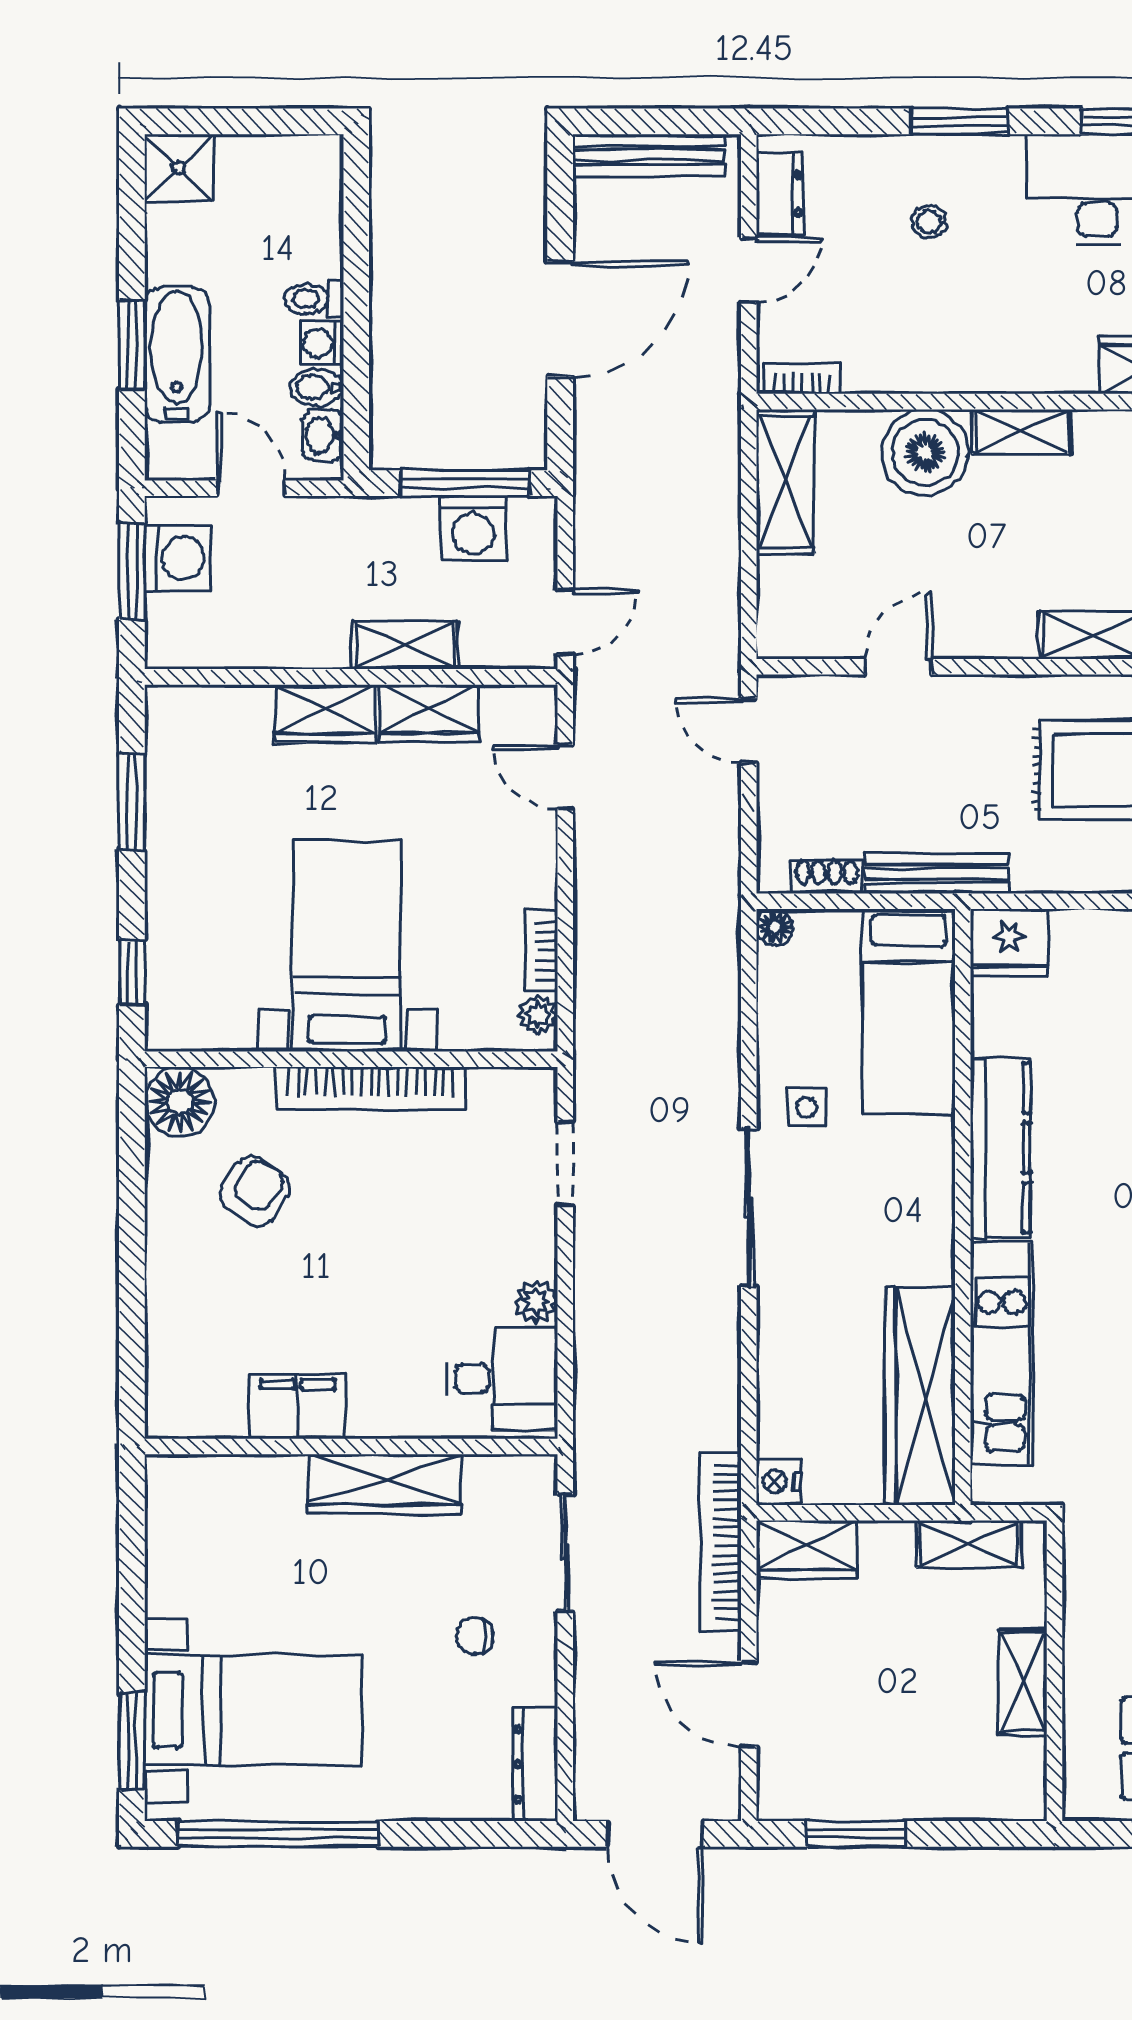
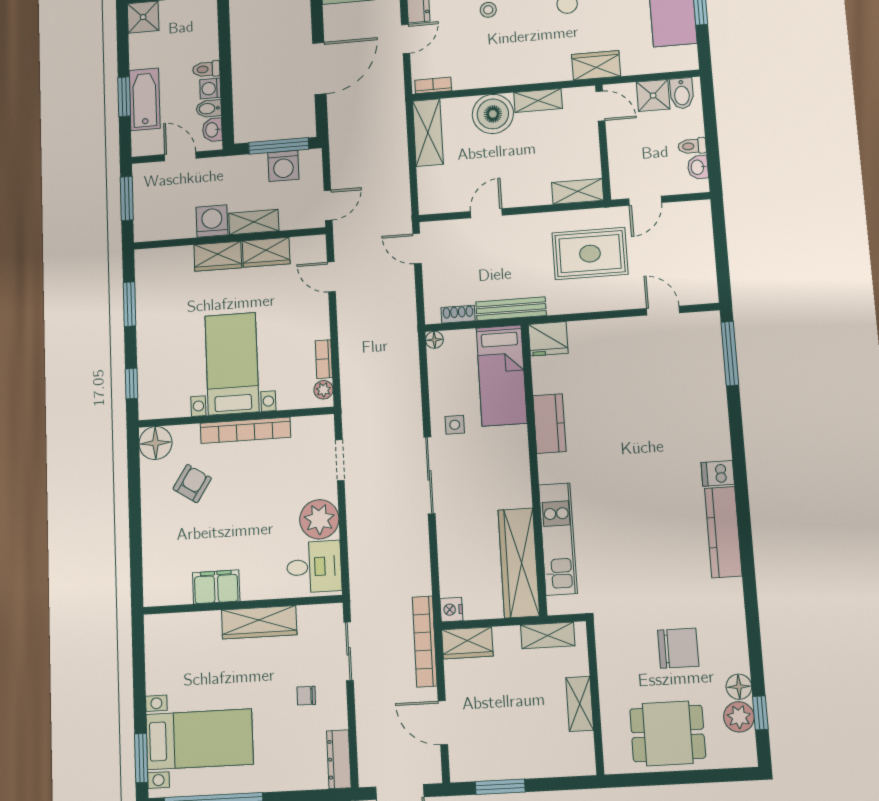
washing machine: (178, 558) -> (212, 221), moved, turned -90
kitchen counter: (1000, 1148) -> (549, 424), width x0.67
plant: (536, 1301) -> (319, 519), width x1.88, depth x1.88

